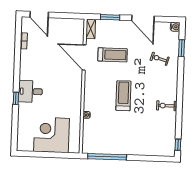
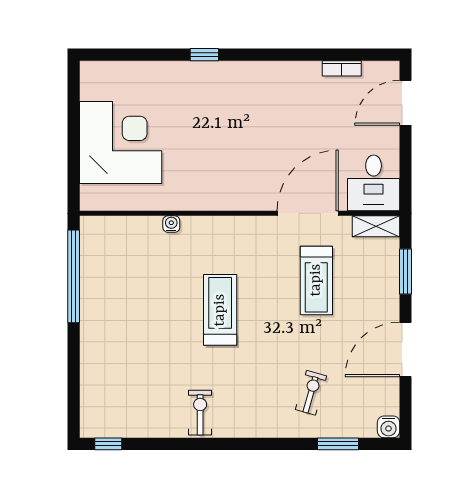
desk: (30, 91) -> (374, 183), moved, turned 180
treadmill: (123, 96) -> (220, 310), turned -90

